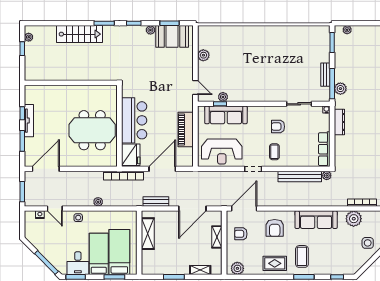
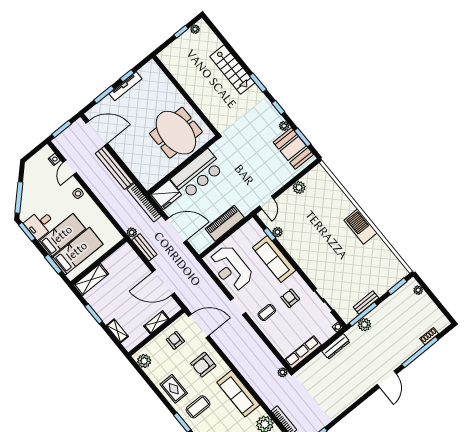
barbecue: (268, 34) -> (361, 227), added
sofa: (226, 115) -> (274, 259), moved
meeting table: (92, 130) -> (176, 133), moved
bench: (300, 176) -> (114, 168), moved
plant: (98, 202) -> (132, 232), moved
shelving: (148, 234) -> (91, 280), moved

